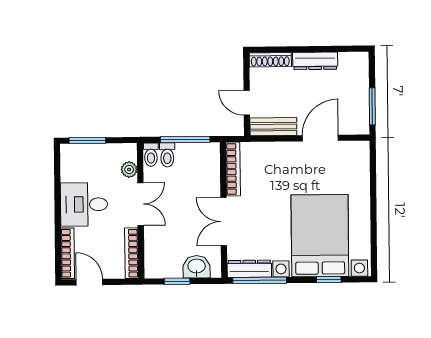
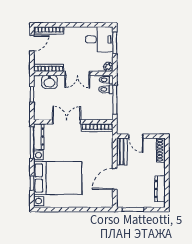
dresser: (315, 61) -> (160, 189), moved
door: (247, 103) -> (136, 136), swing flipped
door: (320, 138) -> (115, 179), swing flipped
plant: (129, 169) -> (108, 67), moved
desk: (84, 204) -> (99, 39), moved, turned 90
washbasin: (197, 267) -> (49, 82), moved, turned 90

